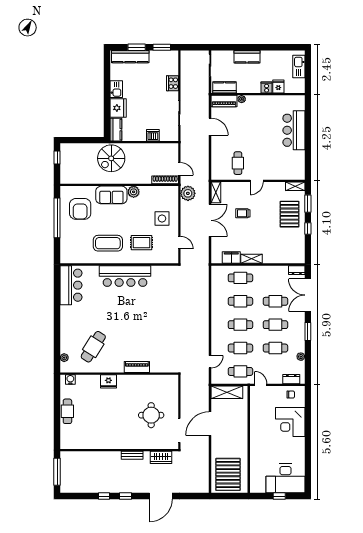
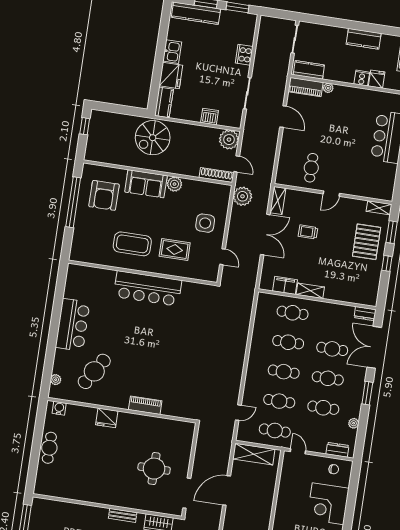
kitchen counter: (247, 57) -> (364, 39), moved
plant: (171, 151) -> (229, 140), added
bar counter: (71, 285) -> (73, 325), moved

